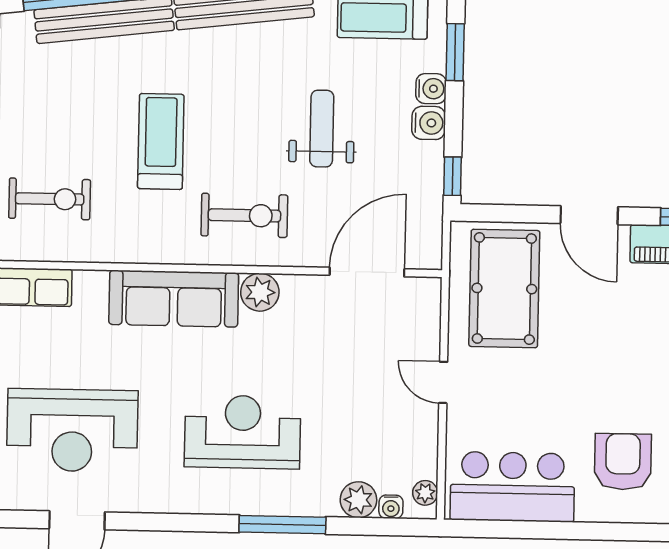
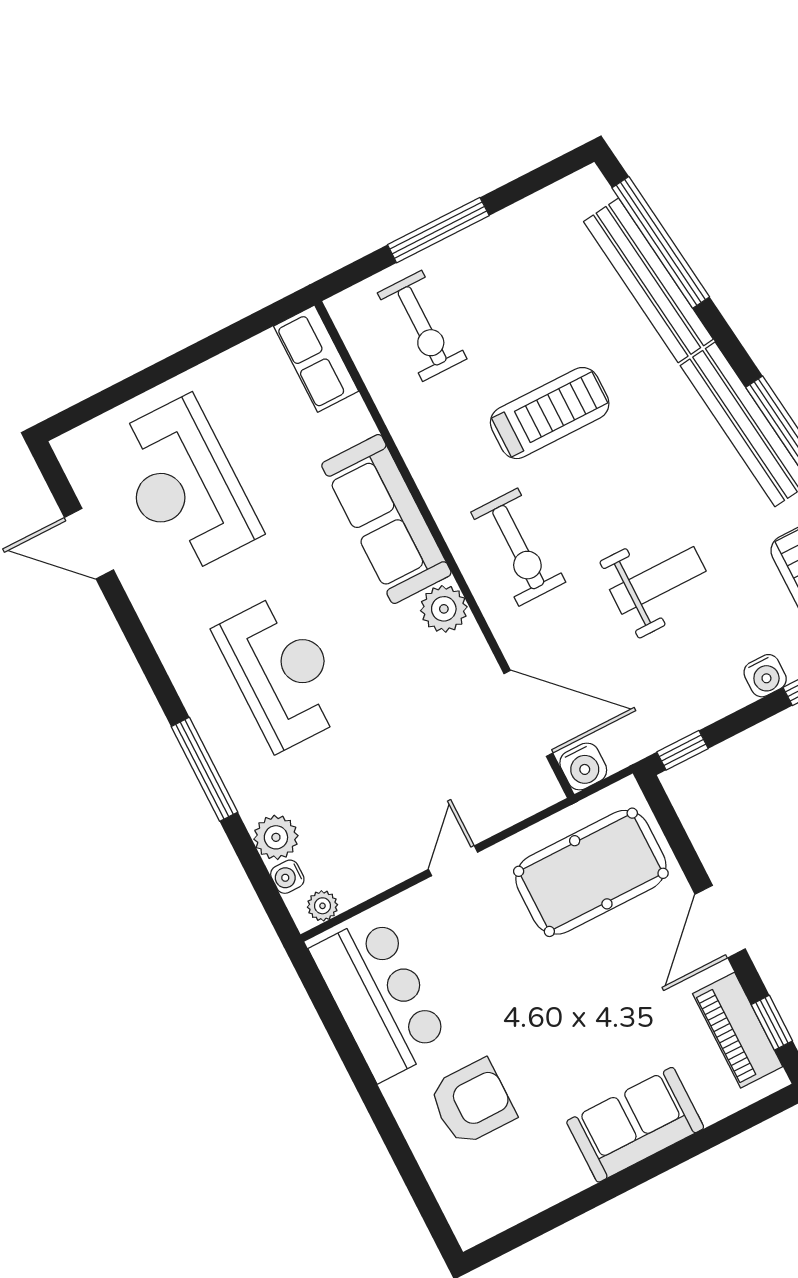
water cooler: (429, 123) -> (583, 766), moved

